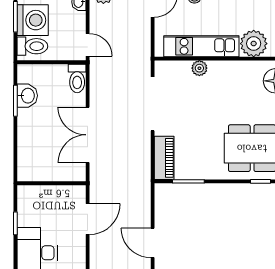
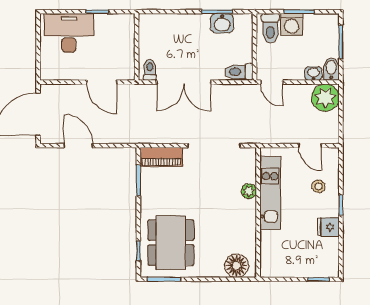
washing machine: (33, 20) -> (292, 24), width x0.73, depth x0.73
plant: (254, 44) -> (273, 244), removed
door: (88, 45) -> (272, 82), hinge flipped
double door: (88, 135) -> (184, 82), swing flipped
toilet: (75, 170) -> (150, 70), added
door: (153, 243) -> (78, 146), hinge flipped

